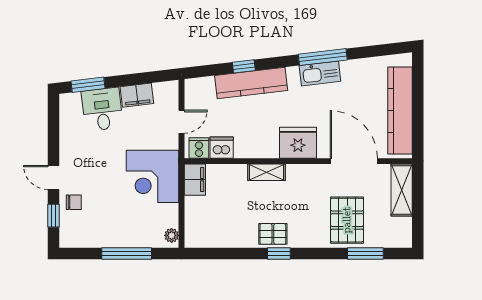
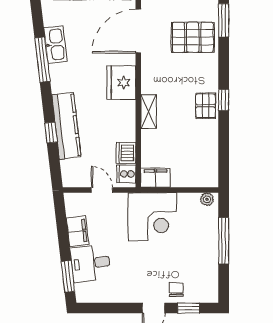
kitchen sink: (320, 73) -> (55, 44), moved

